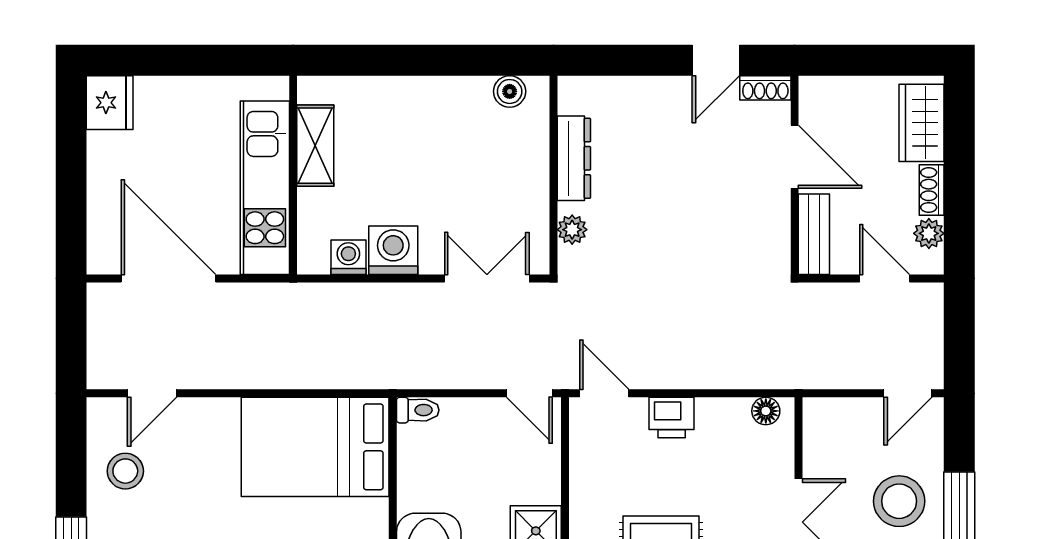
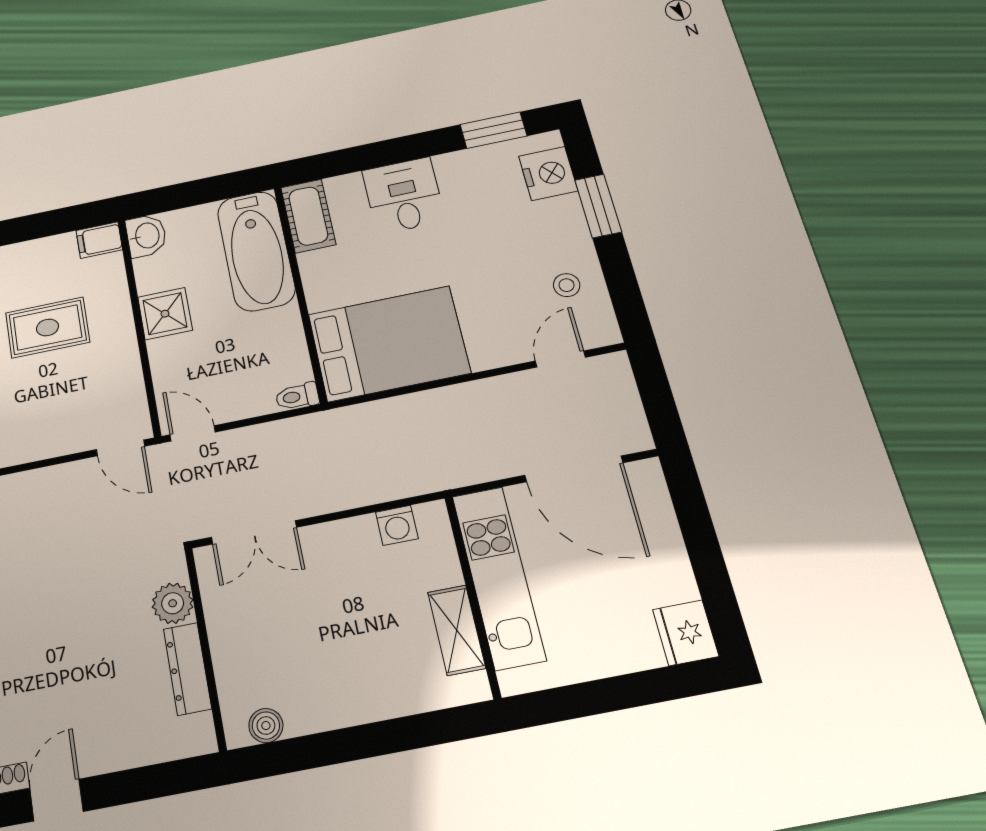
plant: (572, 230) -> (173, 603), width x1.38, depth x1.38
washing machine: (393, 250) -> (353, 541), removed
printer: (672, 417) -> (53, 439), removed
stool: (125, 471) -> (567, 285), width x0.73, depth x0.73

